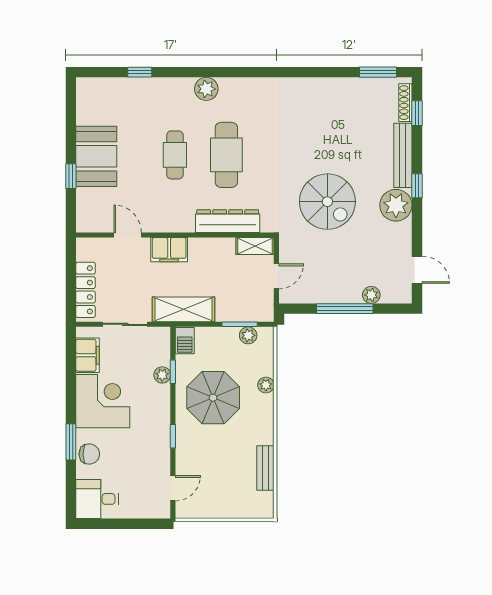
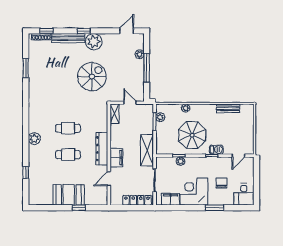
window: (378, 72) -> (26, 68), moved
cafe table: (226, 155) -> (68, 128), width x0.73, depth x0.74
dresser: (228, 221) -> (102, 149), moved
barbecue: (185, 341) -> (216, 150), moved
chair: (89, 454) -> (221, 183), moved
door: (173, 488) -> (238, 156), swing flipped

